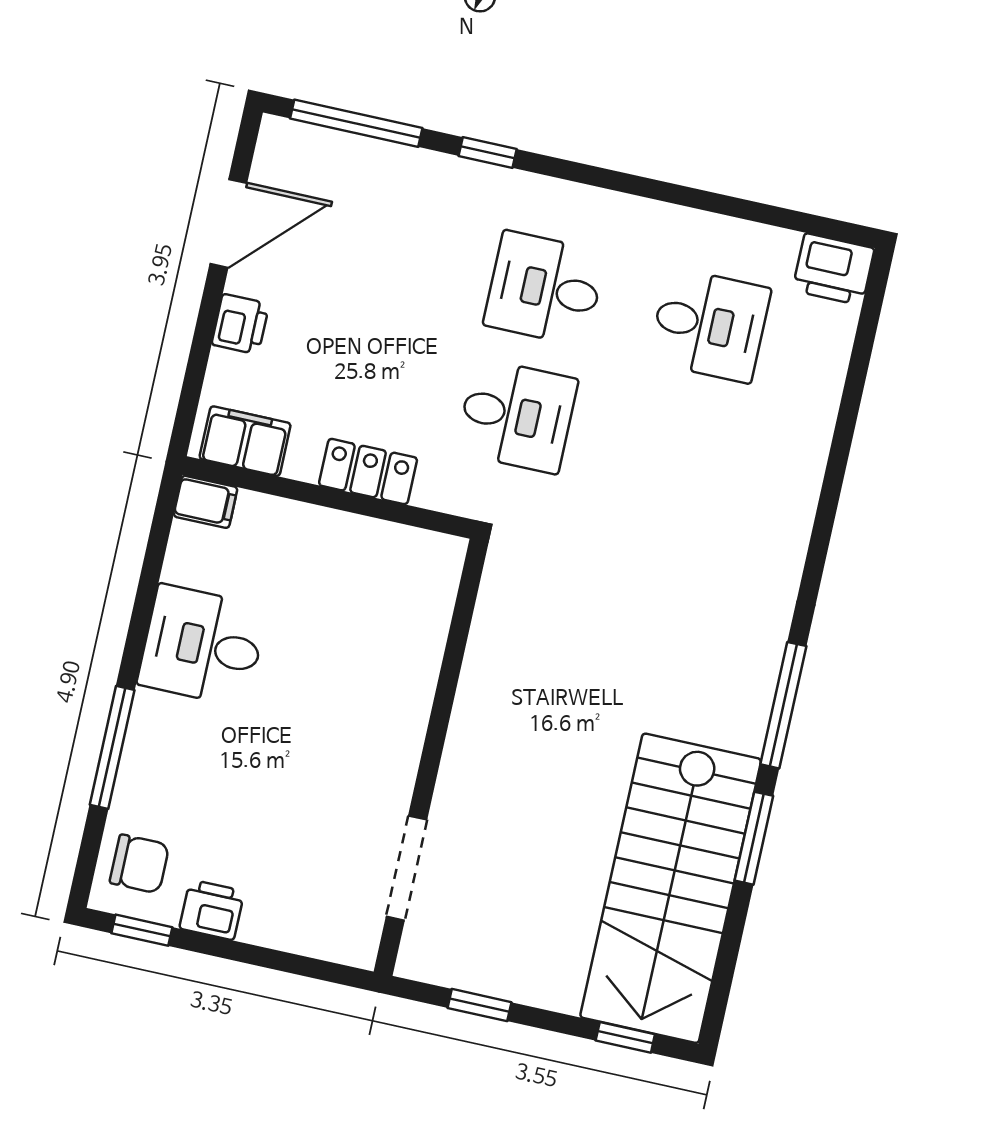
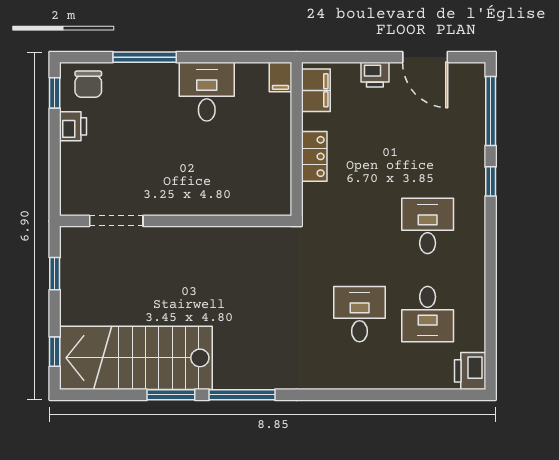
desk: (517, 416) -> (360, 314), moved, turned 180

